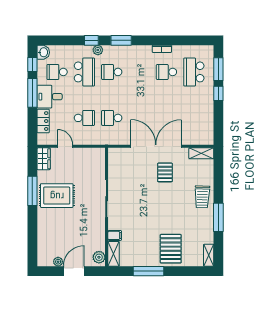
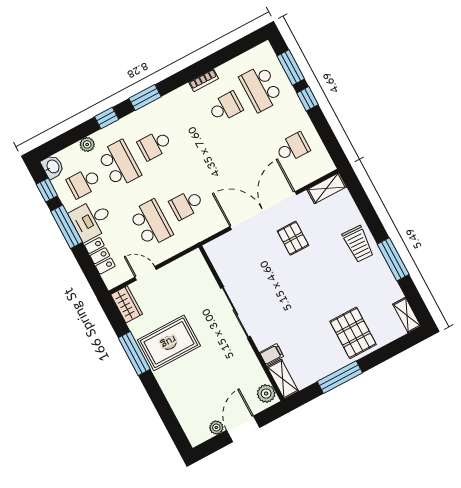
plant: (98, 50) -> (87, 144), moved
school desk: (166, 72) -> (226, 107), turned 180
school desk: (84, 118) -> (151, 223), width x1.85
school desk: (194, 118) -> (293, 148), added

